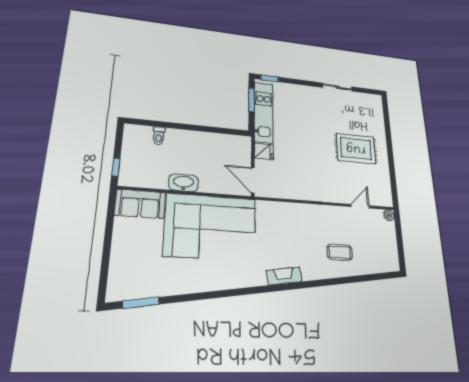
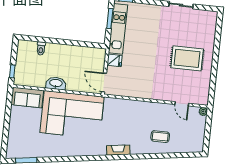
door: (360, 206) -> (182, 104), swing flipped

